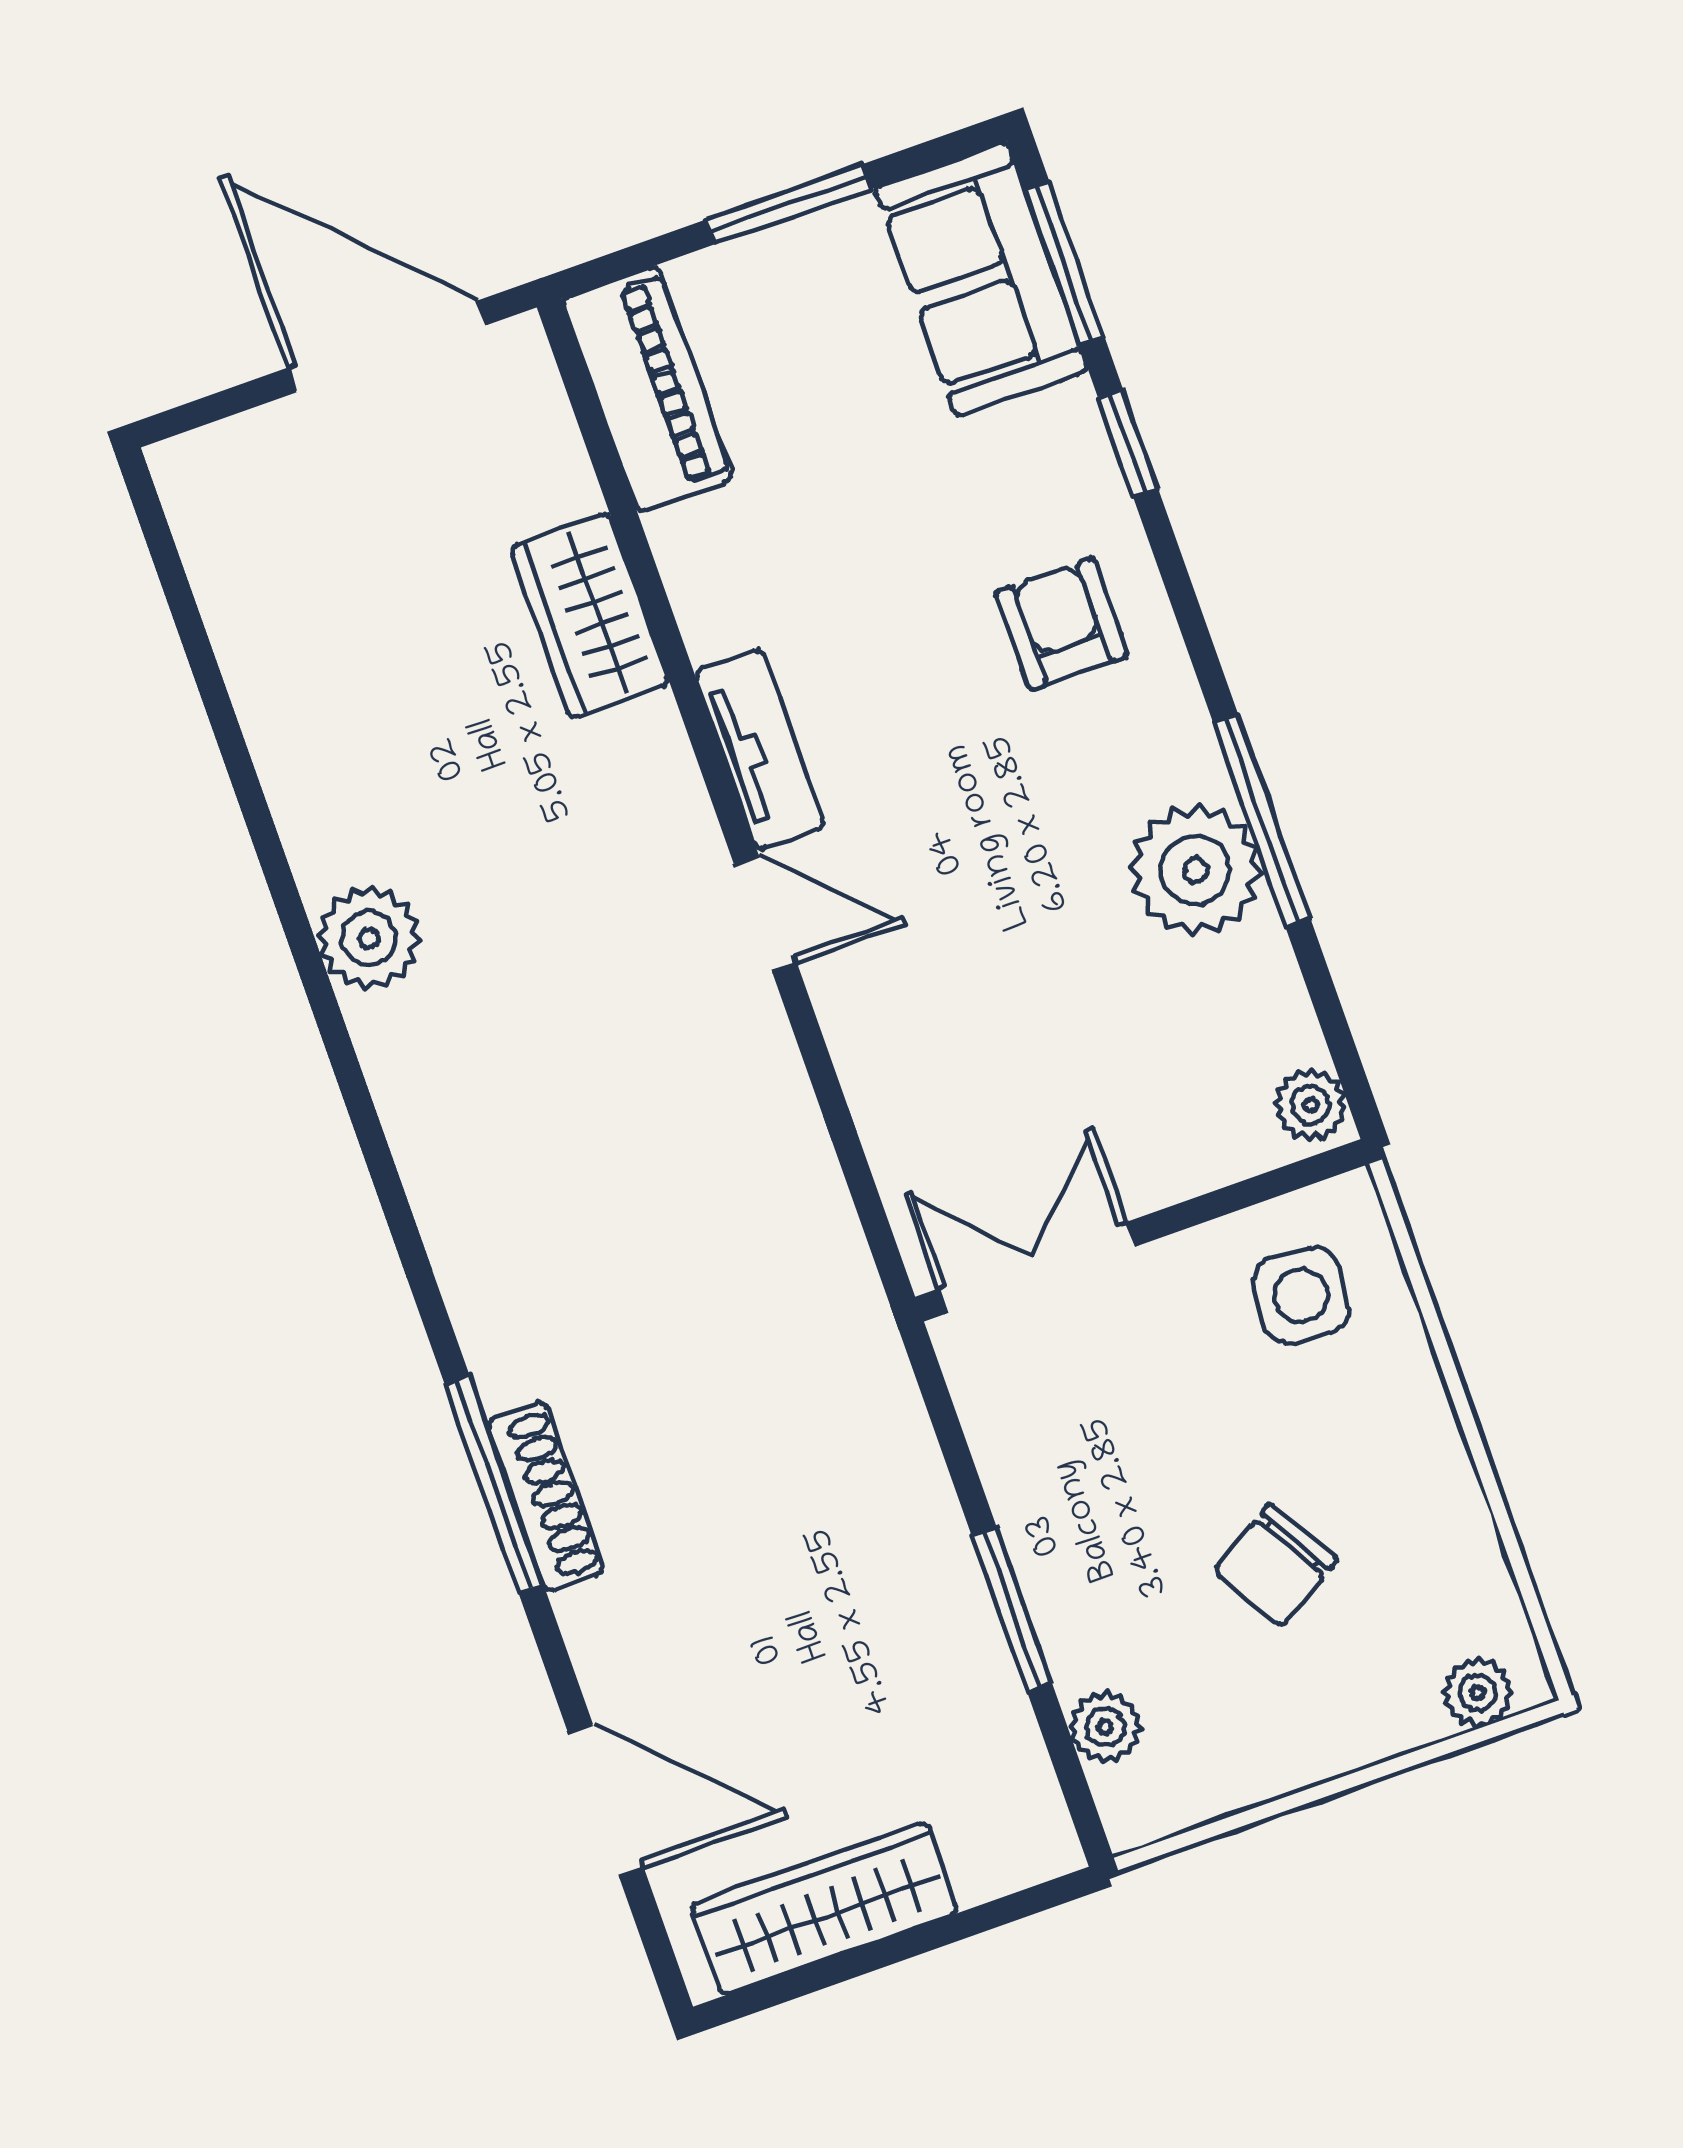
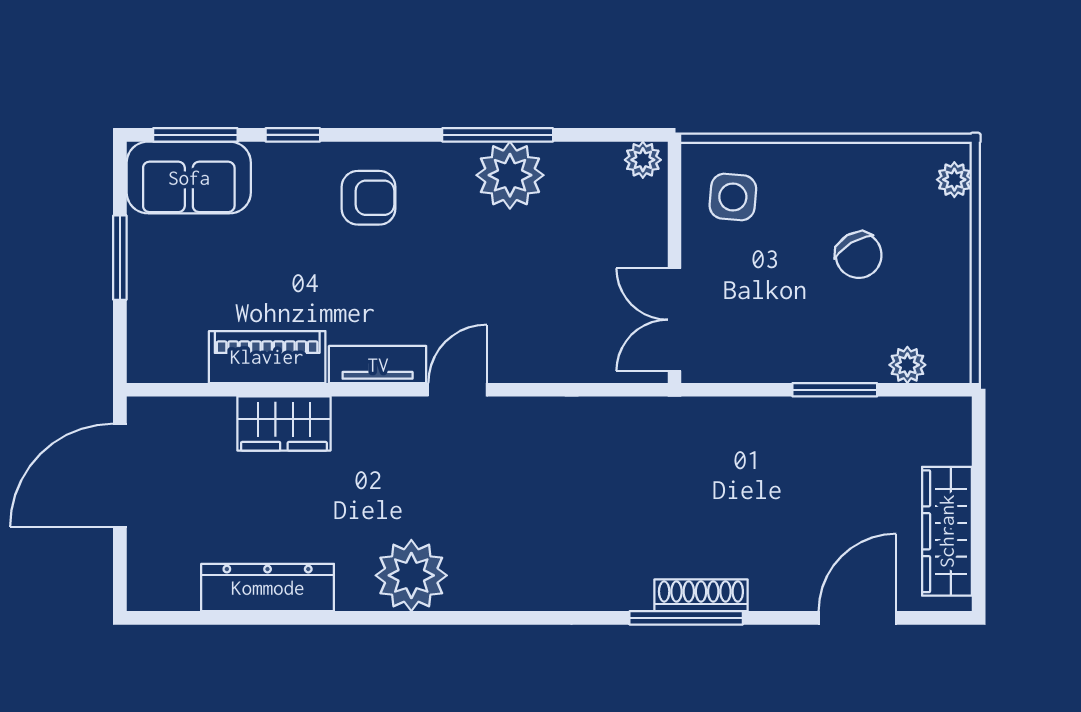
piano: (648, 389) -> (267, 357), moved
armchair: (1062, 624) -> (369, 198), turned 180
dresser: (277, 692) -> (268, 588), added
plant: (369, 938) -> (411, 575), width x1.36, depth x1.36

